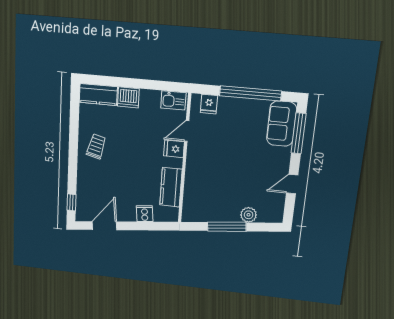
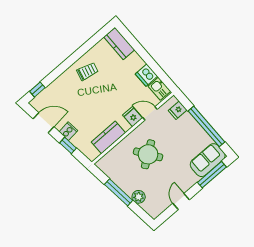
dishwasher: (128, 97) -> (146, 75), moved
round table: (221, 170) -> (148, 154), added
door: (292, 184) -> (181, 201), hinge flipped
cooker: (145, 214) -> (68, 131), moved
window: (144, 226) -> (68, 145), added

